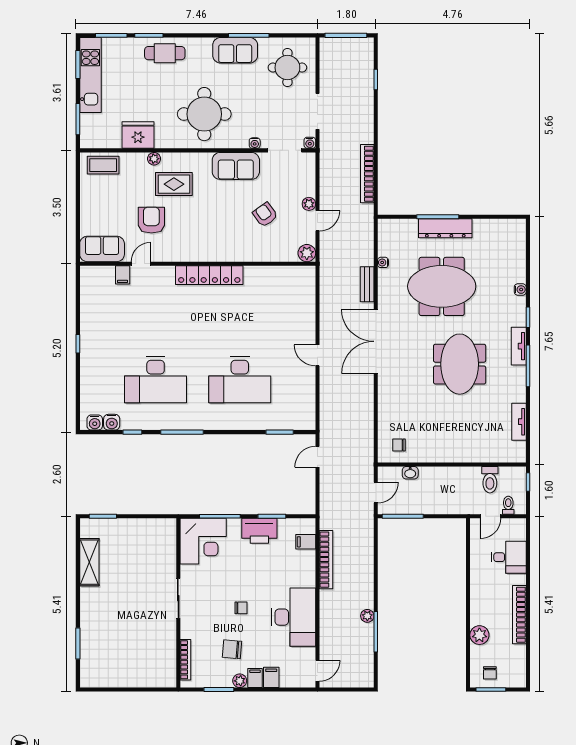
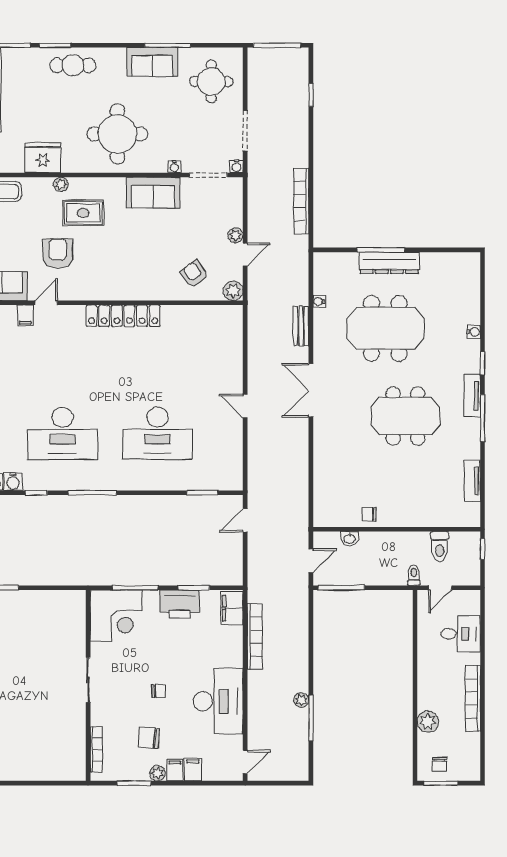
armchair: (265, 215) -> (194, 274), moved
double door: (376, 341) -> (311, 390), width x0.73
meeting table: (460, 364) -> (405, 416), turned 90
chair: (399, 445) -> (369, 514), moved
toilet: (508, 505) -> (414, 575), moved
filing cabinet: (306, 542) -> (232, 608), width x2.00

